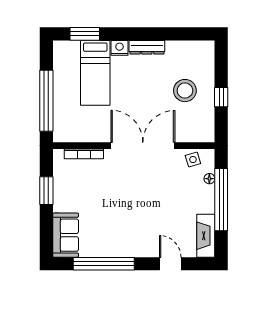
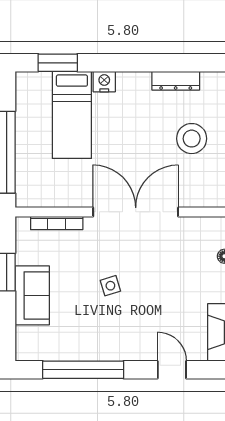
dresser: (147, 47) -> (176, 81), moved
side table: (193, 160) -> (110, 286), moved
sofa: (66, 235) -> (32, 295), moved

